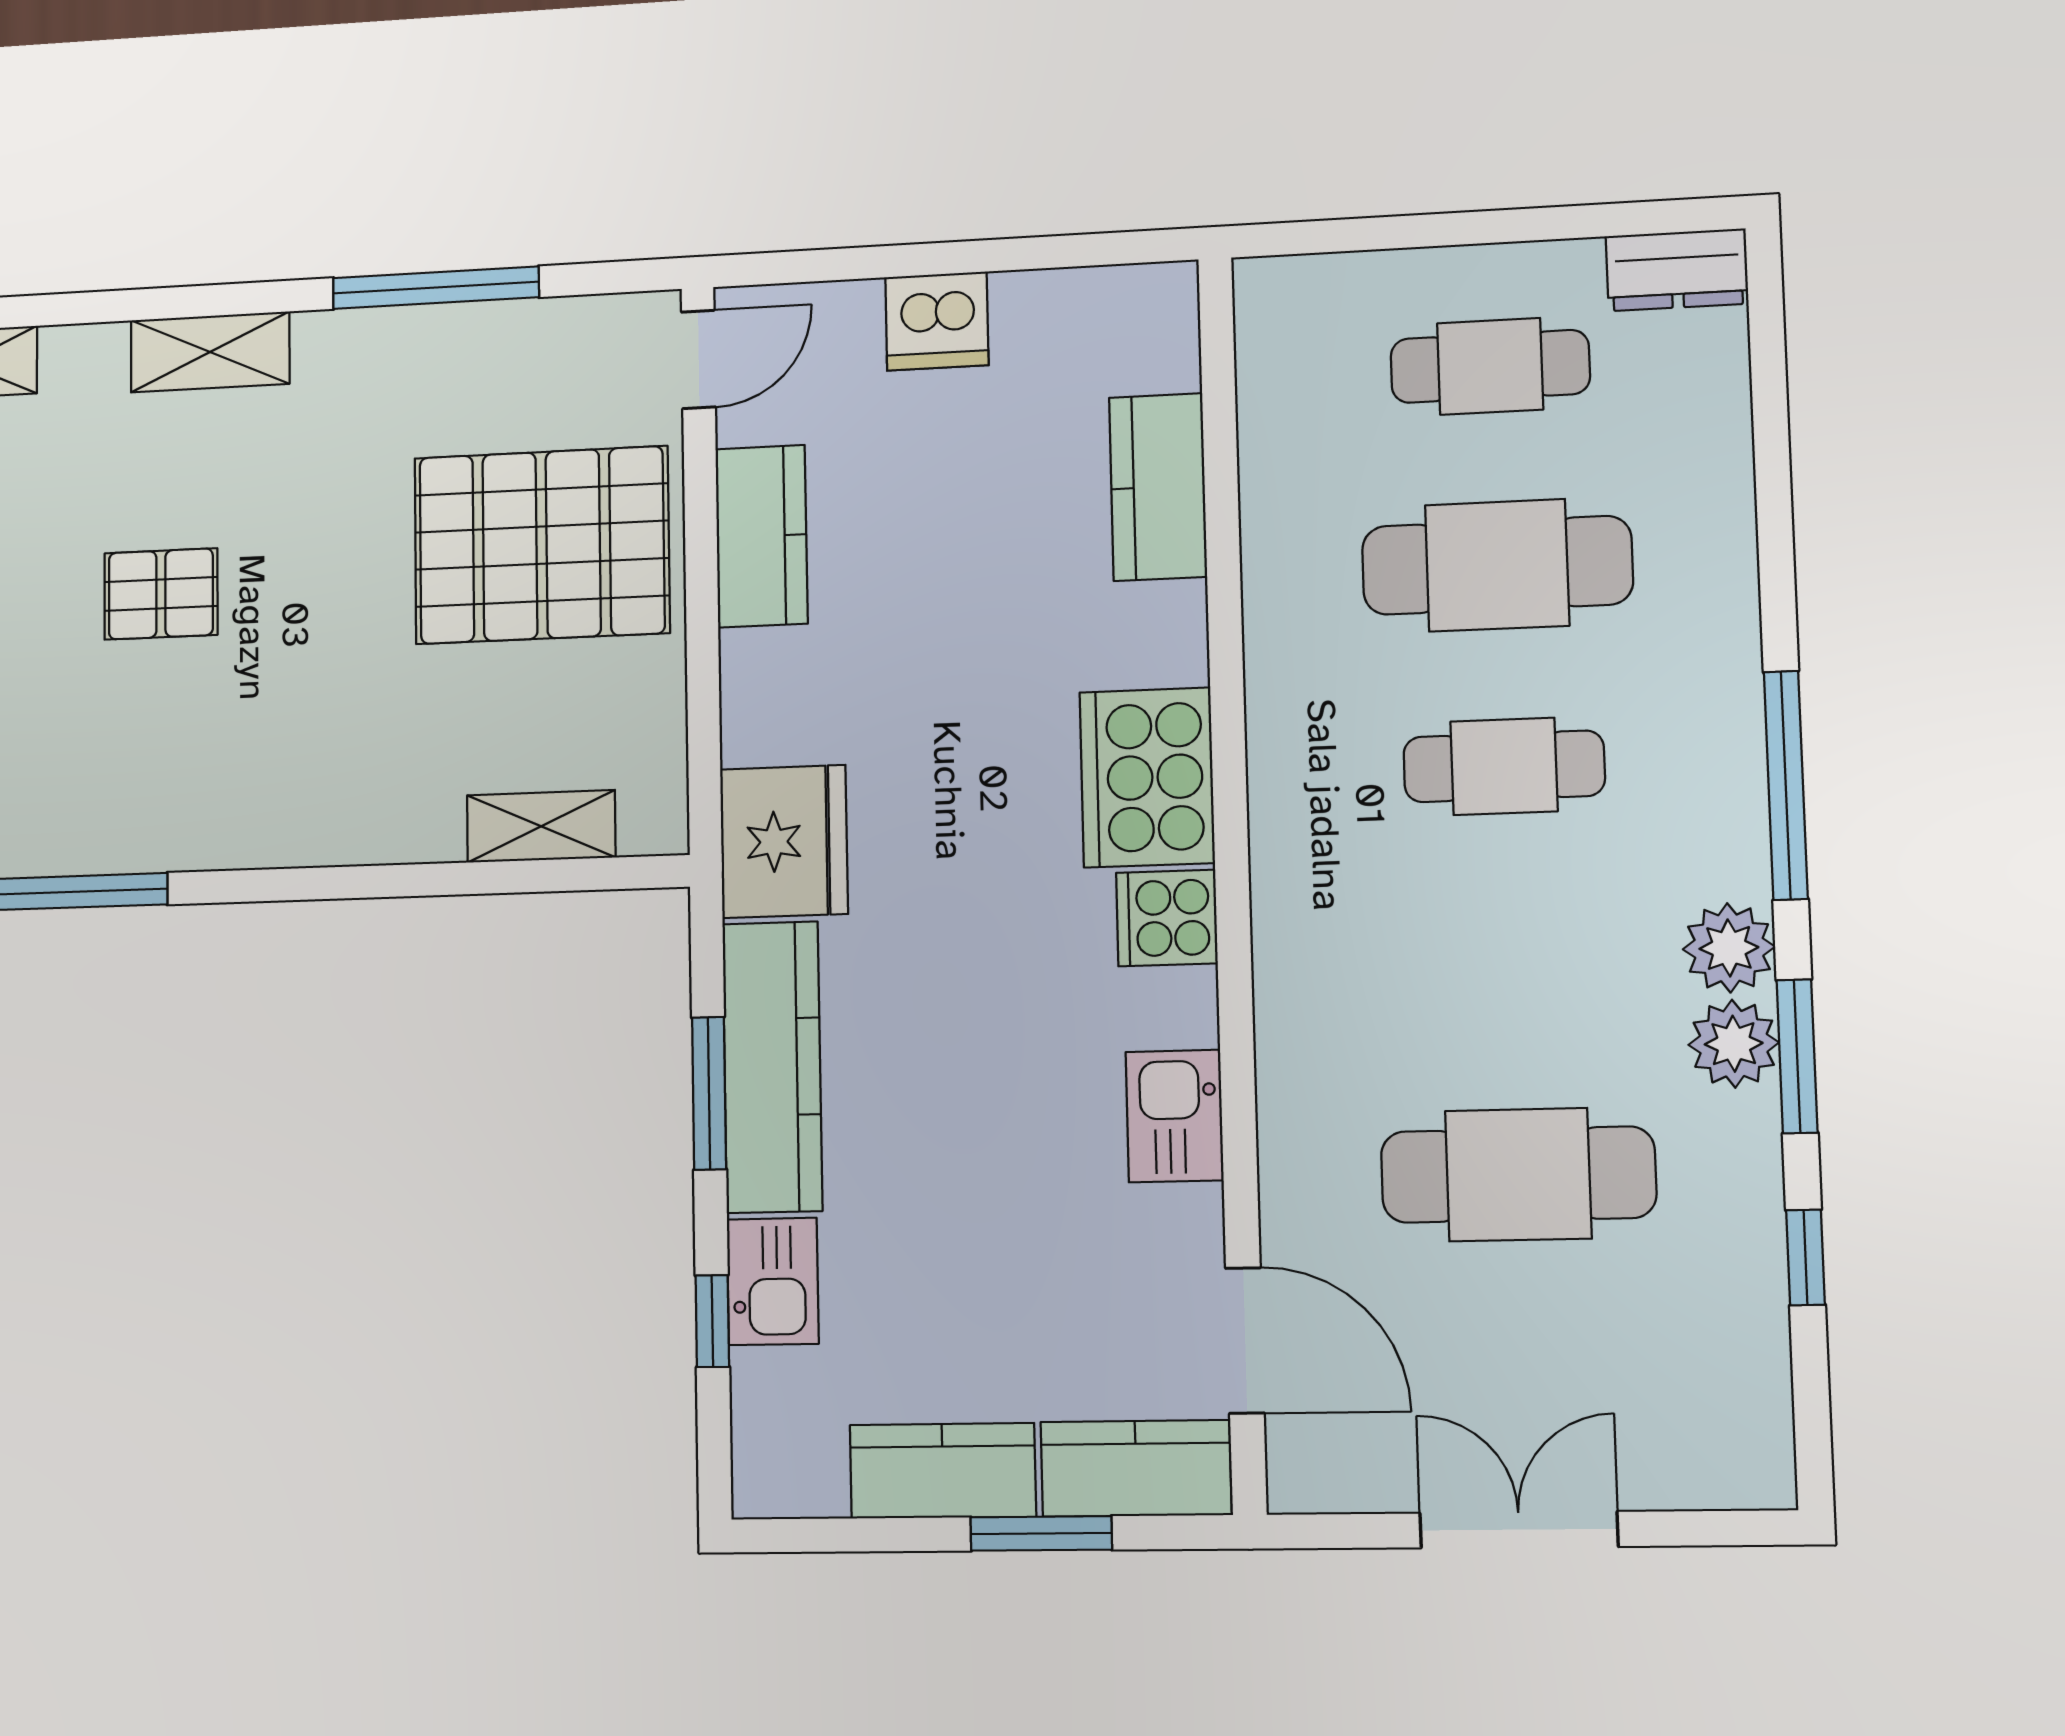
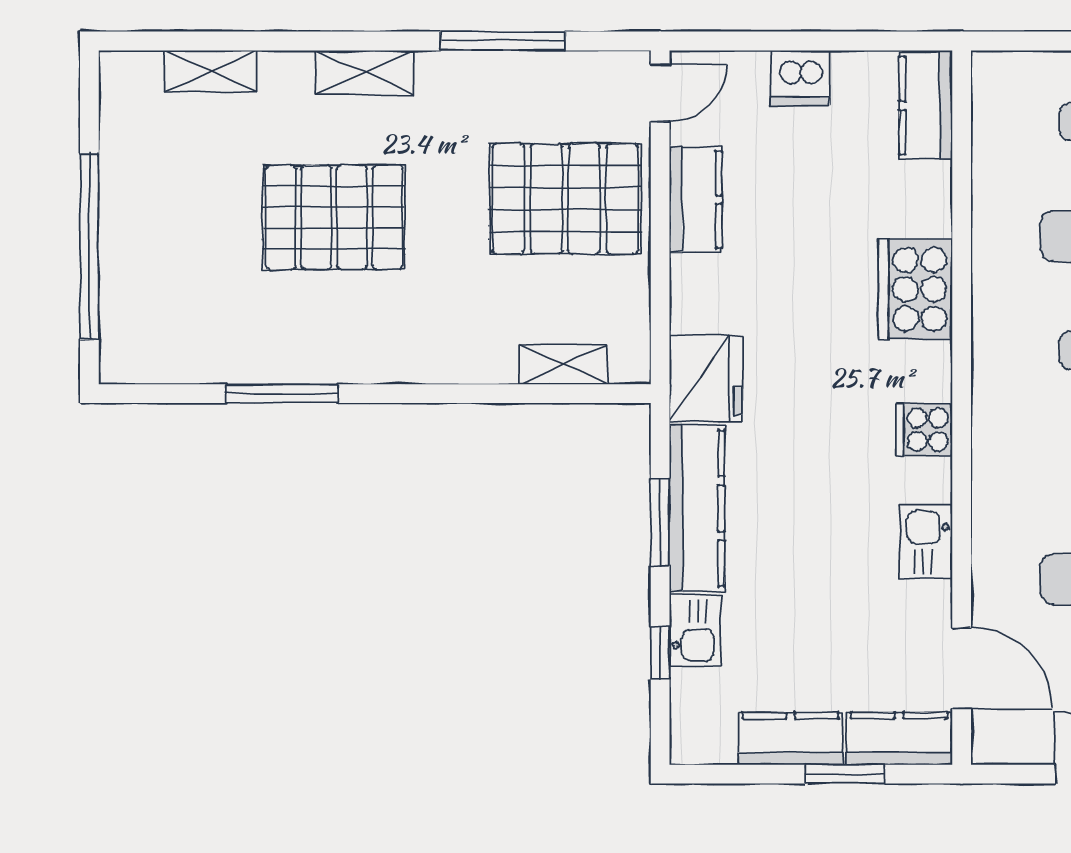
kitchen counter: (1158, 487) -> (926, 106), moved
pallet: (161, 594) -> (334, 217), width x2.05, depth x2.00
cooker: (1147, 777) -> (915, 289), moved

